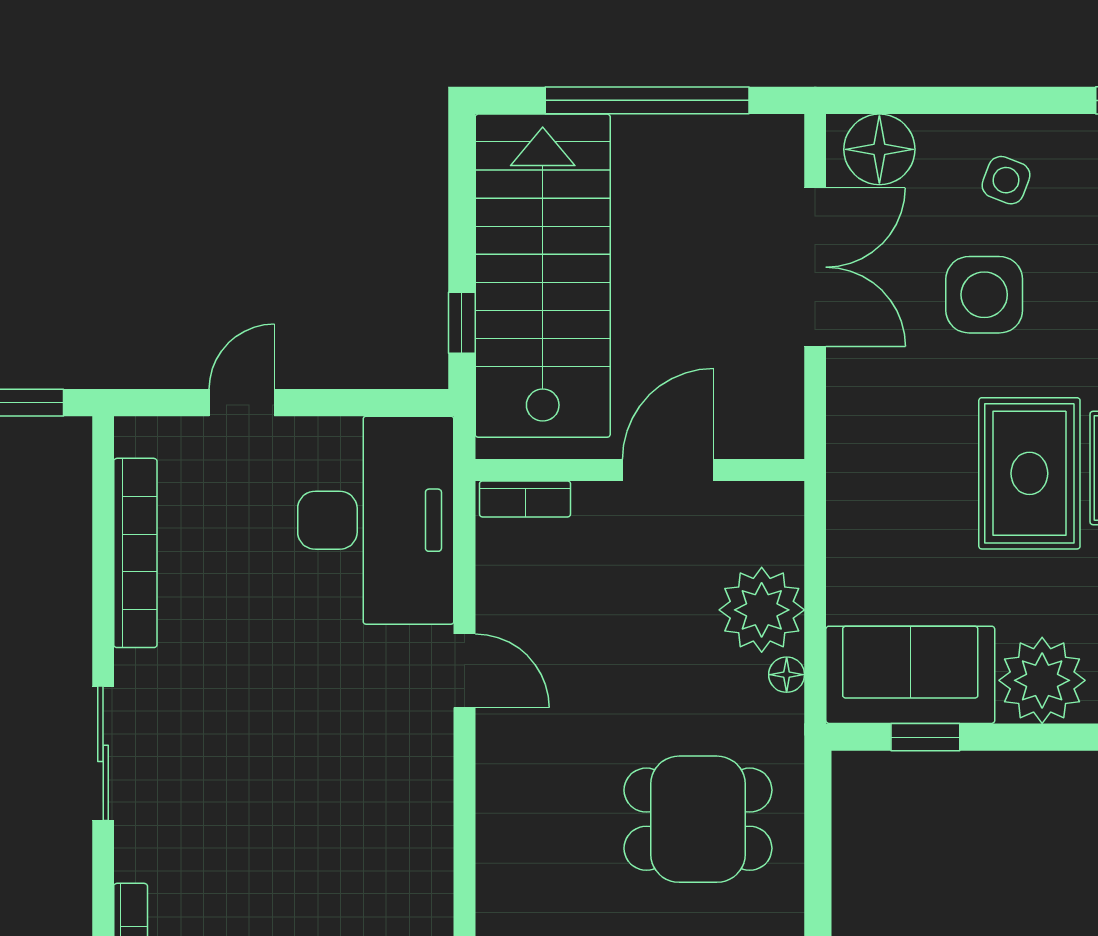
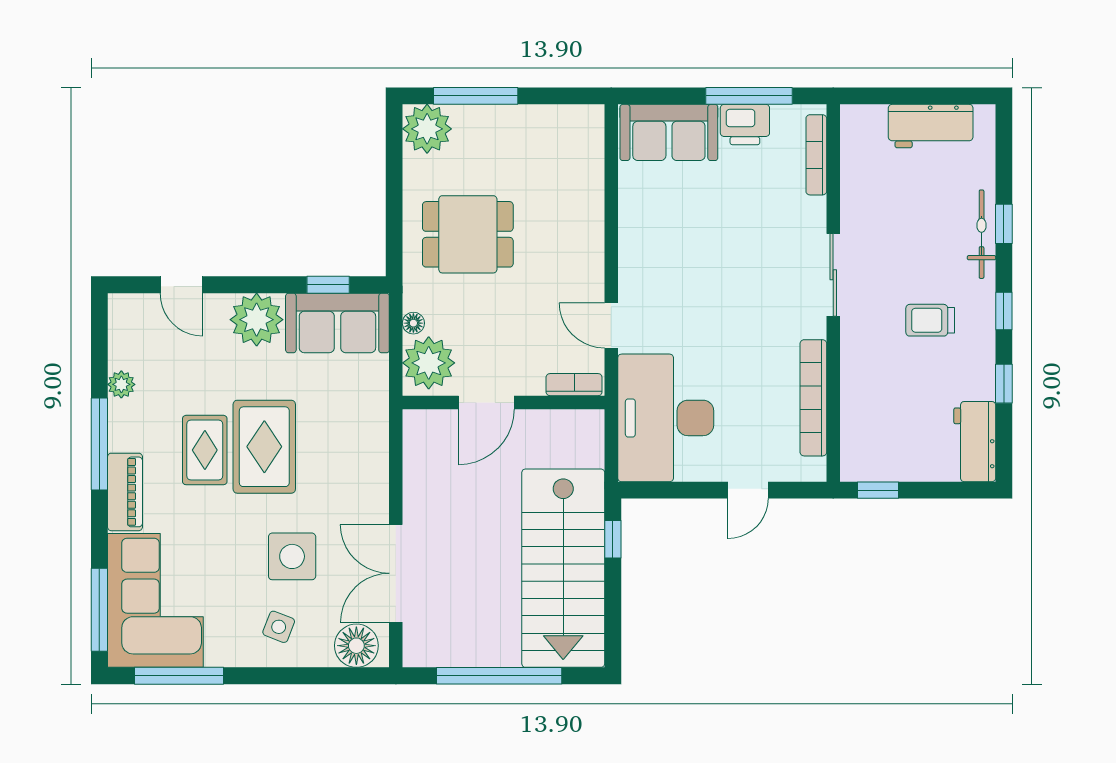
wall: (640, 470) -> (504, 402), moved
door: (668, 470) -> (486, 402), moved
bookcase: (525, 499) -> (574, 385), moved

